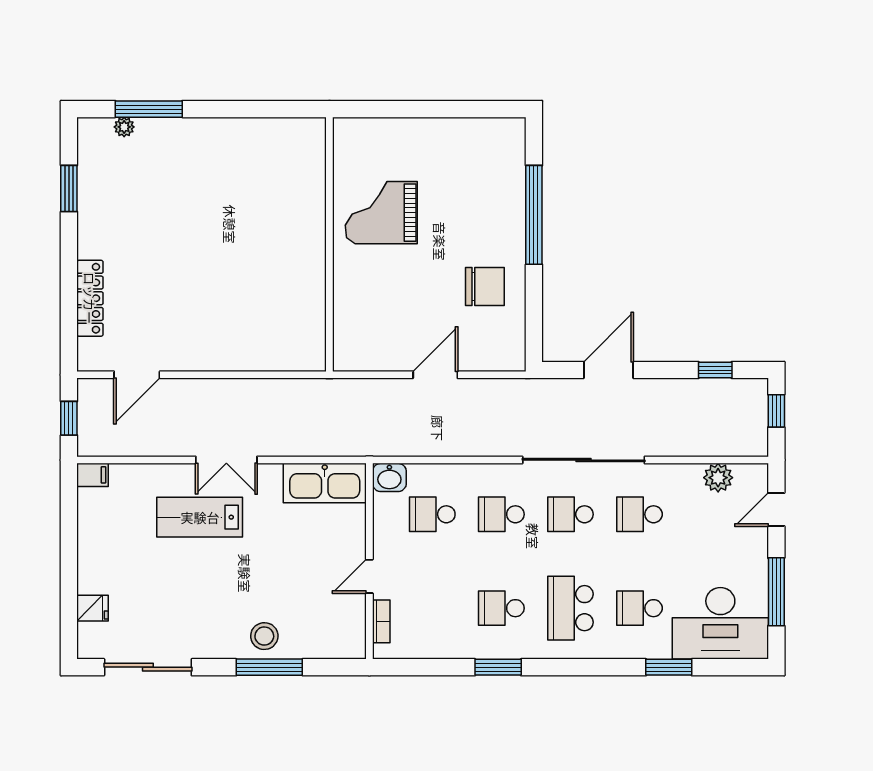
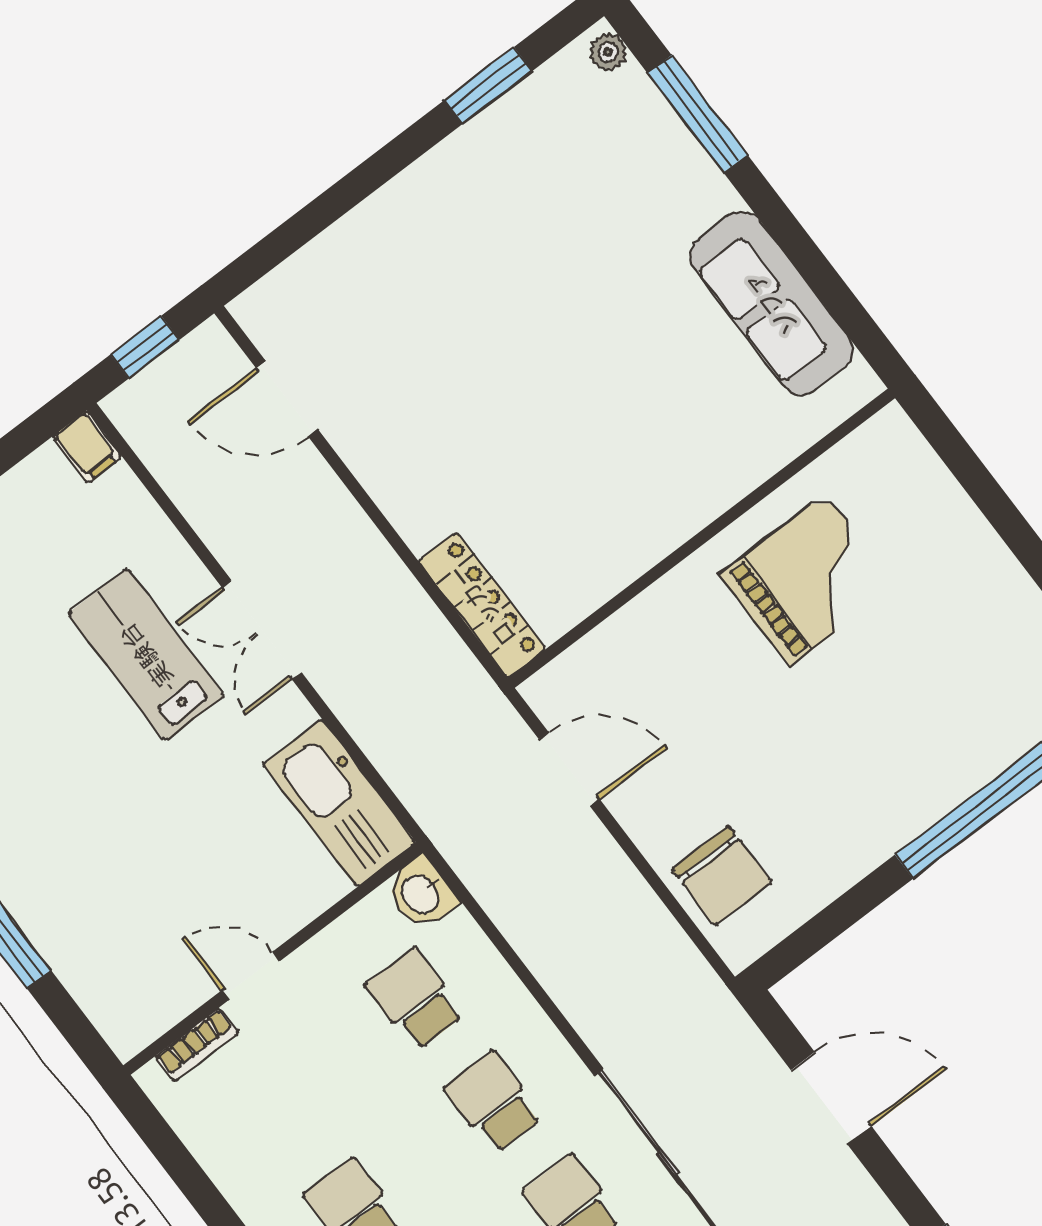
plant: (124, 127) -> (608, 52), moved
sofa: (252, 139) -> (771, 303), added
grand piano: (381, 213) -> (808, 580), turned 90
chair: (485, 286) -> (722, 876), moved
locker: (90, 298) -> (482, 605), moved, turned -90
door: (435, 375) -> (569, 769), moved
stool: (264, 636) -> (42, 887), removed

